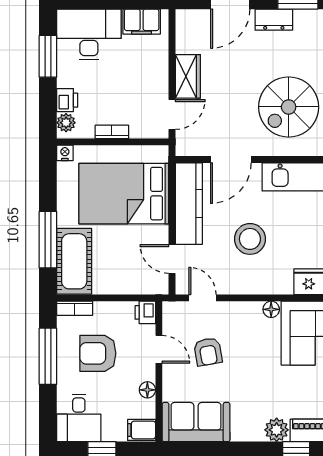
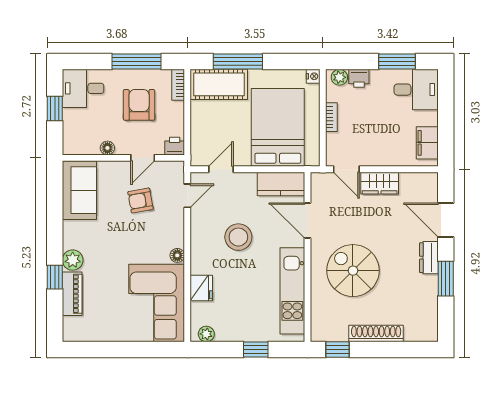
desk: (89, 34) -> (416, 90), width x0.73
kitchen counter: (189, 204) -> (281, 184), width x0.67
filing cabinet: (142, 430) -> (73, 143), removed

